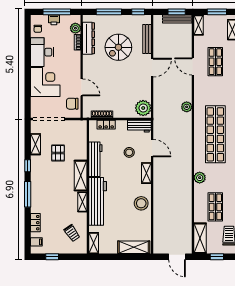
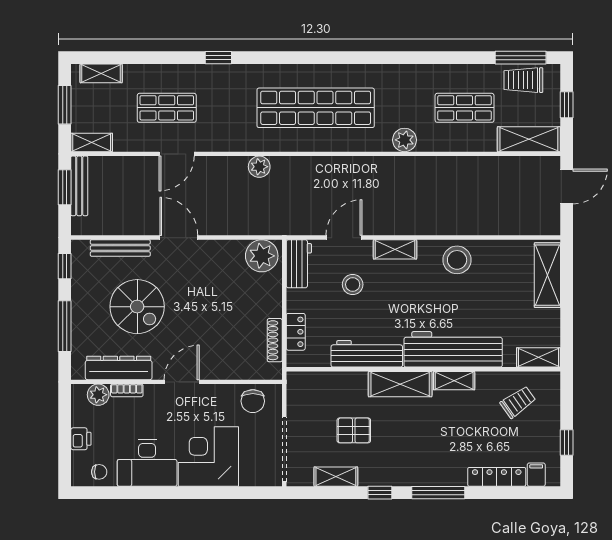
window: (57, 12) -> (65, 433), removed
door: (82, 87) -> (182, 382), moved
locker: (35, 223) -> (497, 477), width x1.53

